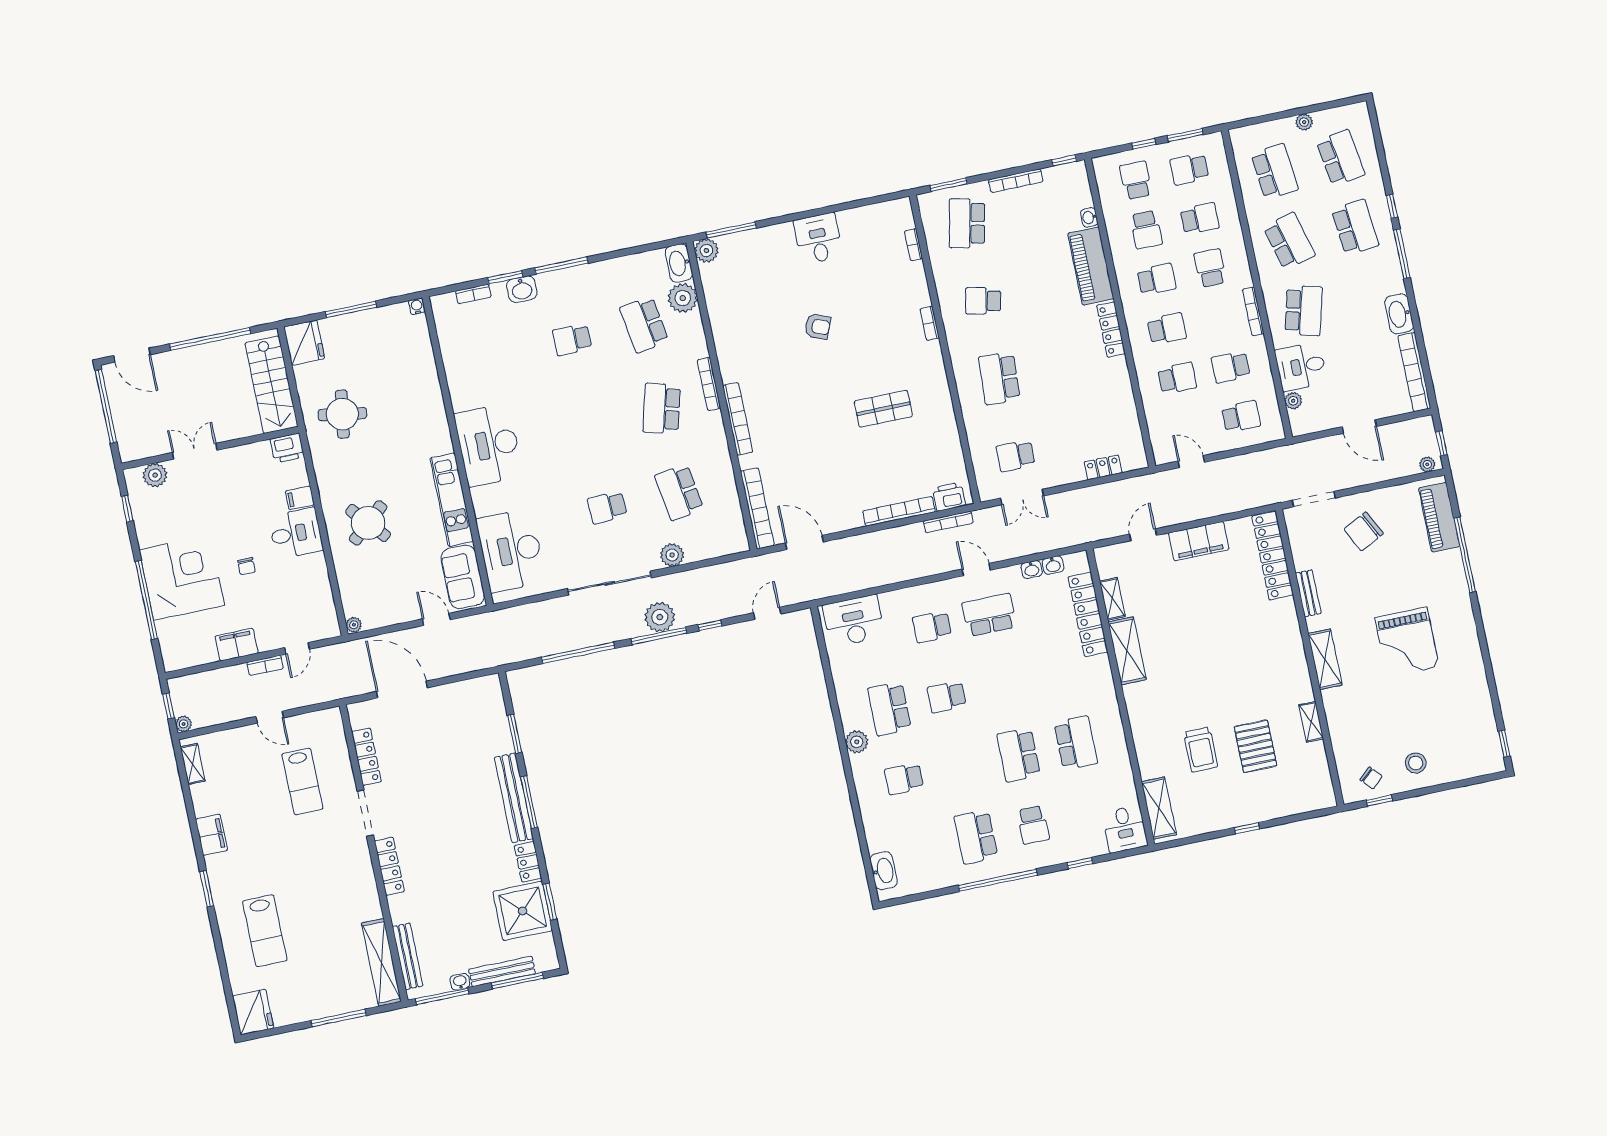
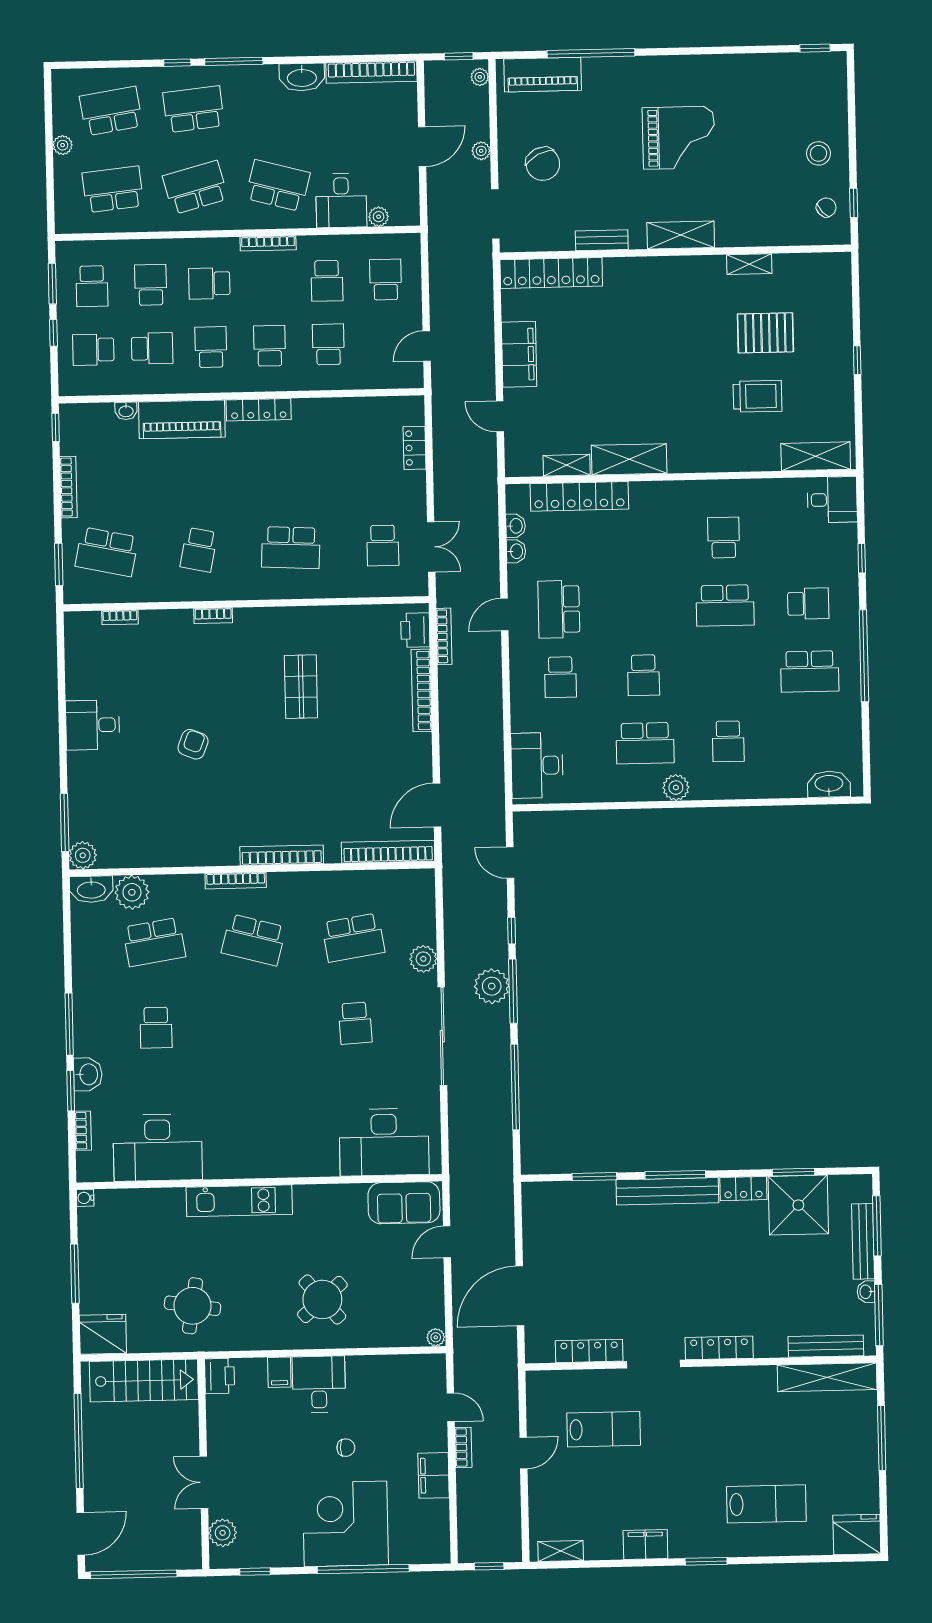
desk: (489, 445) -> (158, 1148), moved
kitchen unit: (452, 500) -> (239, 1201), moved
plant: (184, 724) -> (481, 151), moved
school desk: (1076, 743) -> (724, 538), width x0.54

